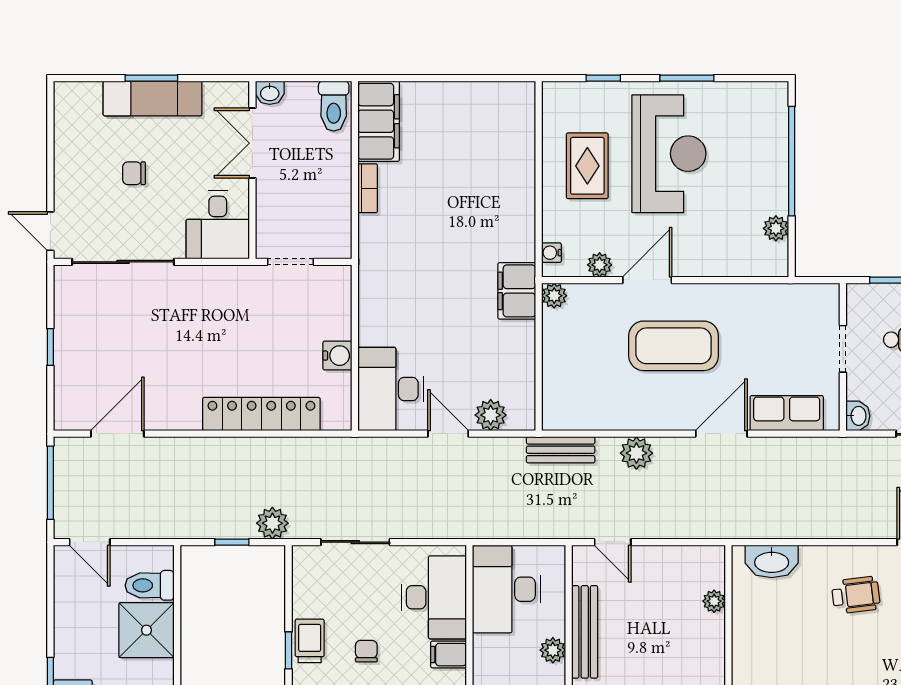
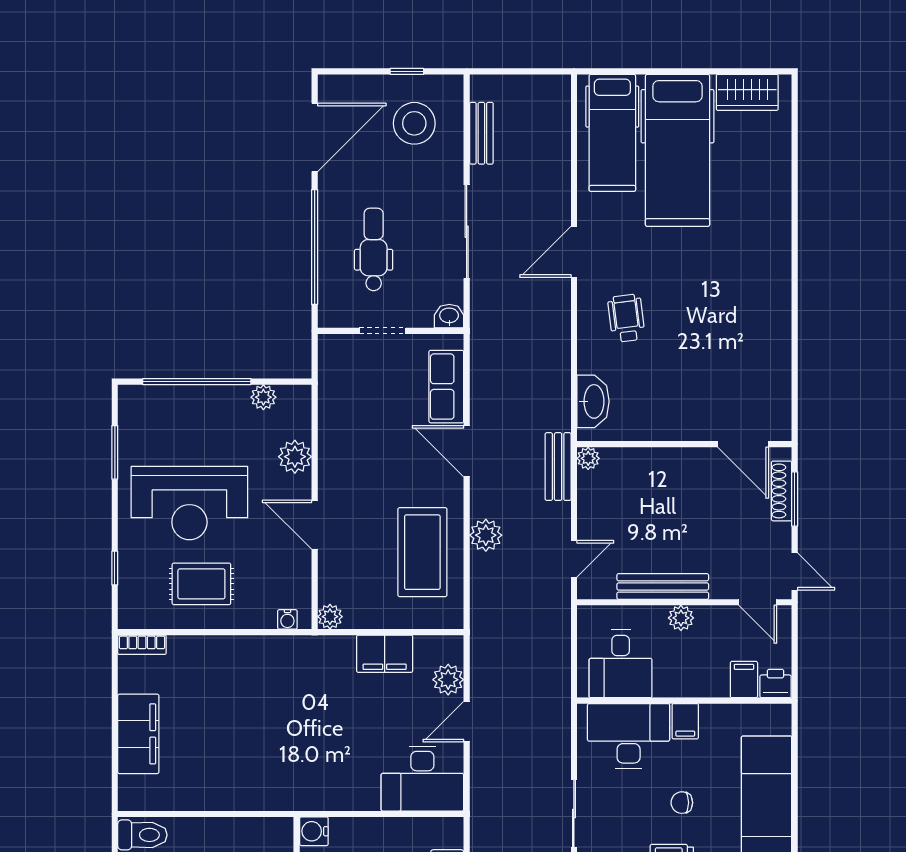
window: (687, 78) -> (115, 452), moved
filing cabinet: (379, 121) -> (138, 734), moved, turned 90
reception desk: (669, 154) -> (189, 503), turned 180
bookcase: (368, 188) -> (142, 645), moved, turned 180
plant: (600, 265) -> (295, 457), moved, width x1.38, depth x1.38
filing cabinet: (517, 291) -> (385, 654), moved
coffee table: (674, 346) -> (422, 552), moved
water cooler: (337, 356) -> (314, 831), moved, turned -90
bench: (561, 450) -> (558, 467), moved
desk: (507, 589) -> (621, 664), width x0.73
plant: (714, 601) -> (588, 458), moved

